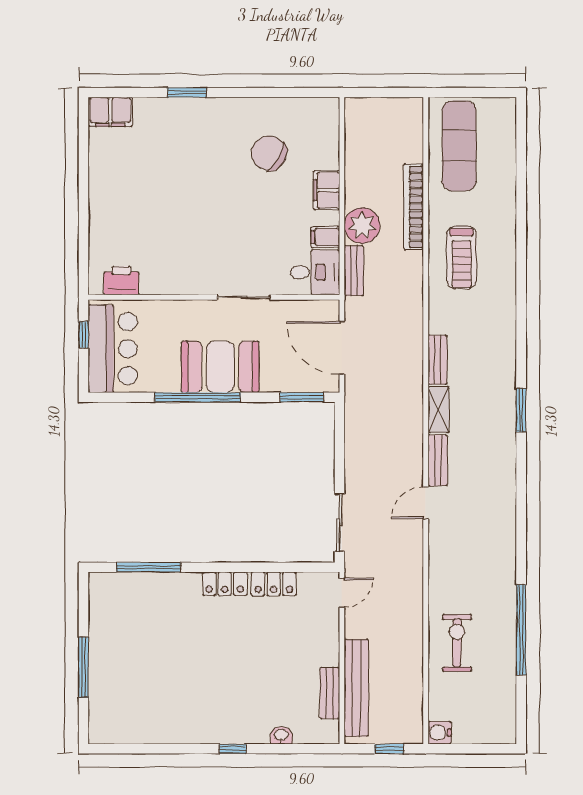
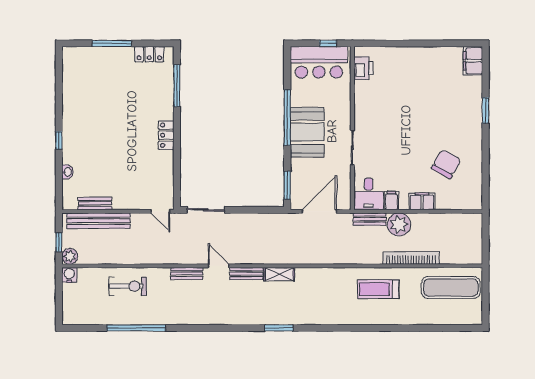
bench: (437, 360) -> (187, 273), moved
locker: (274, 584) -> (149, 54), moved, turned -90
plant: (411, 732) -> (70, 256), added

